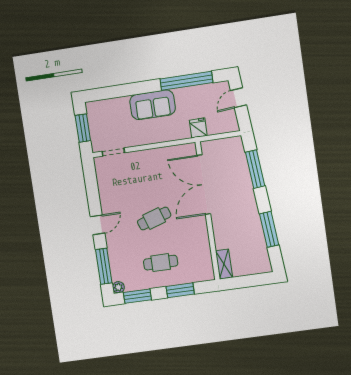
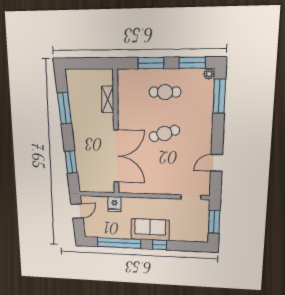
window: (139, 88) -> (160, 245), added
door: (239, 98) -> (77, 211), moved
window: (255, 169) -> (71, 162), width x0.69
door: (97, 225) -> (217, 163), moved
shelving: (224, 264) -> (108, 99), moved

